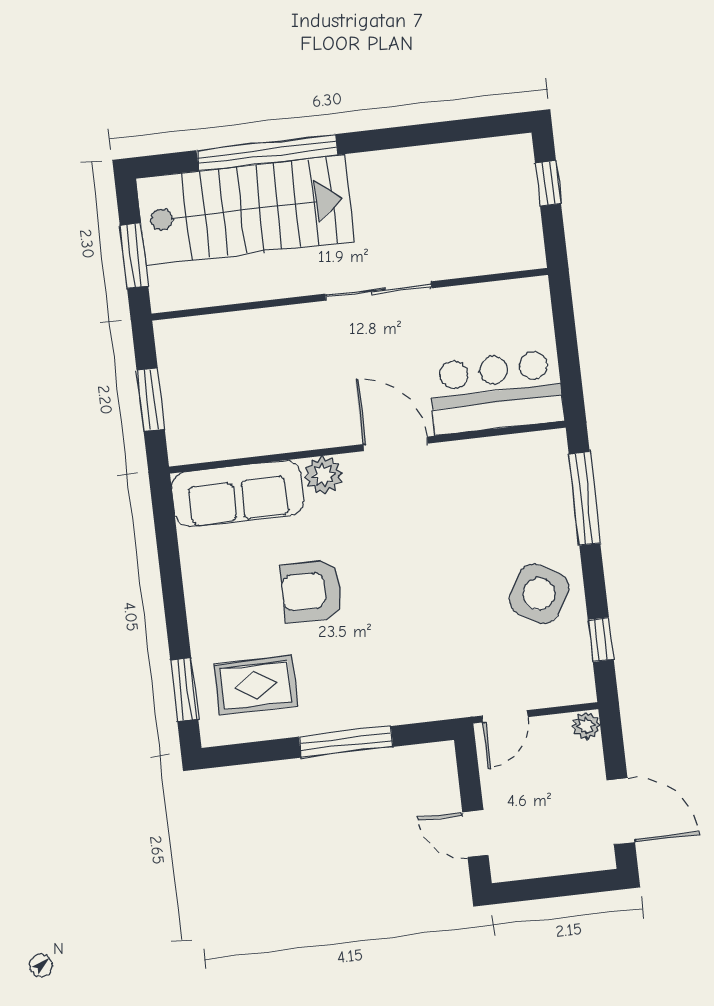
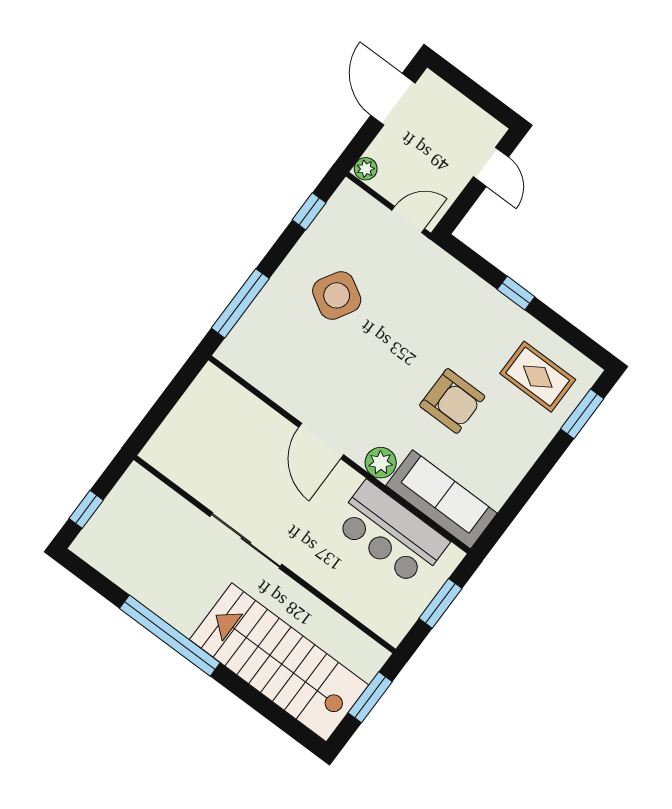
window: (267, 153) -> (170, 636), moved
bar counter: (496, 392) -> (391, 533), moved
side table: (539, 594) -> (337, 295), moved
window: (346, 742) -> (516, 293), width x0.46

